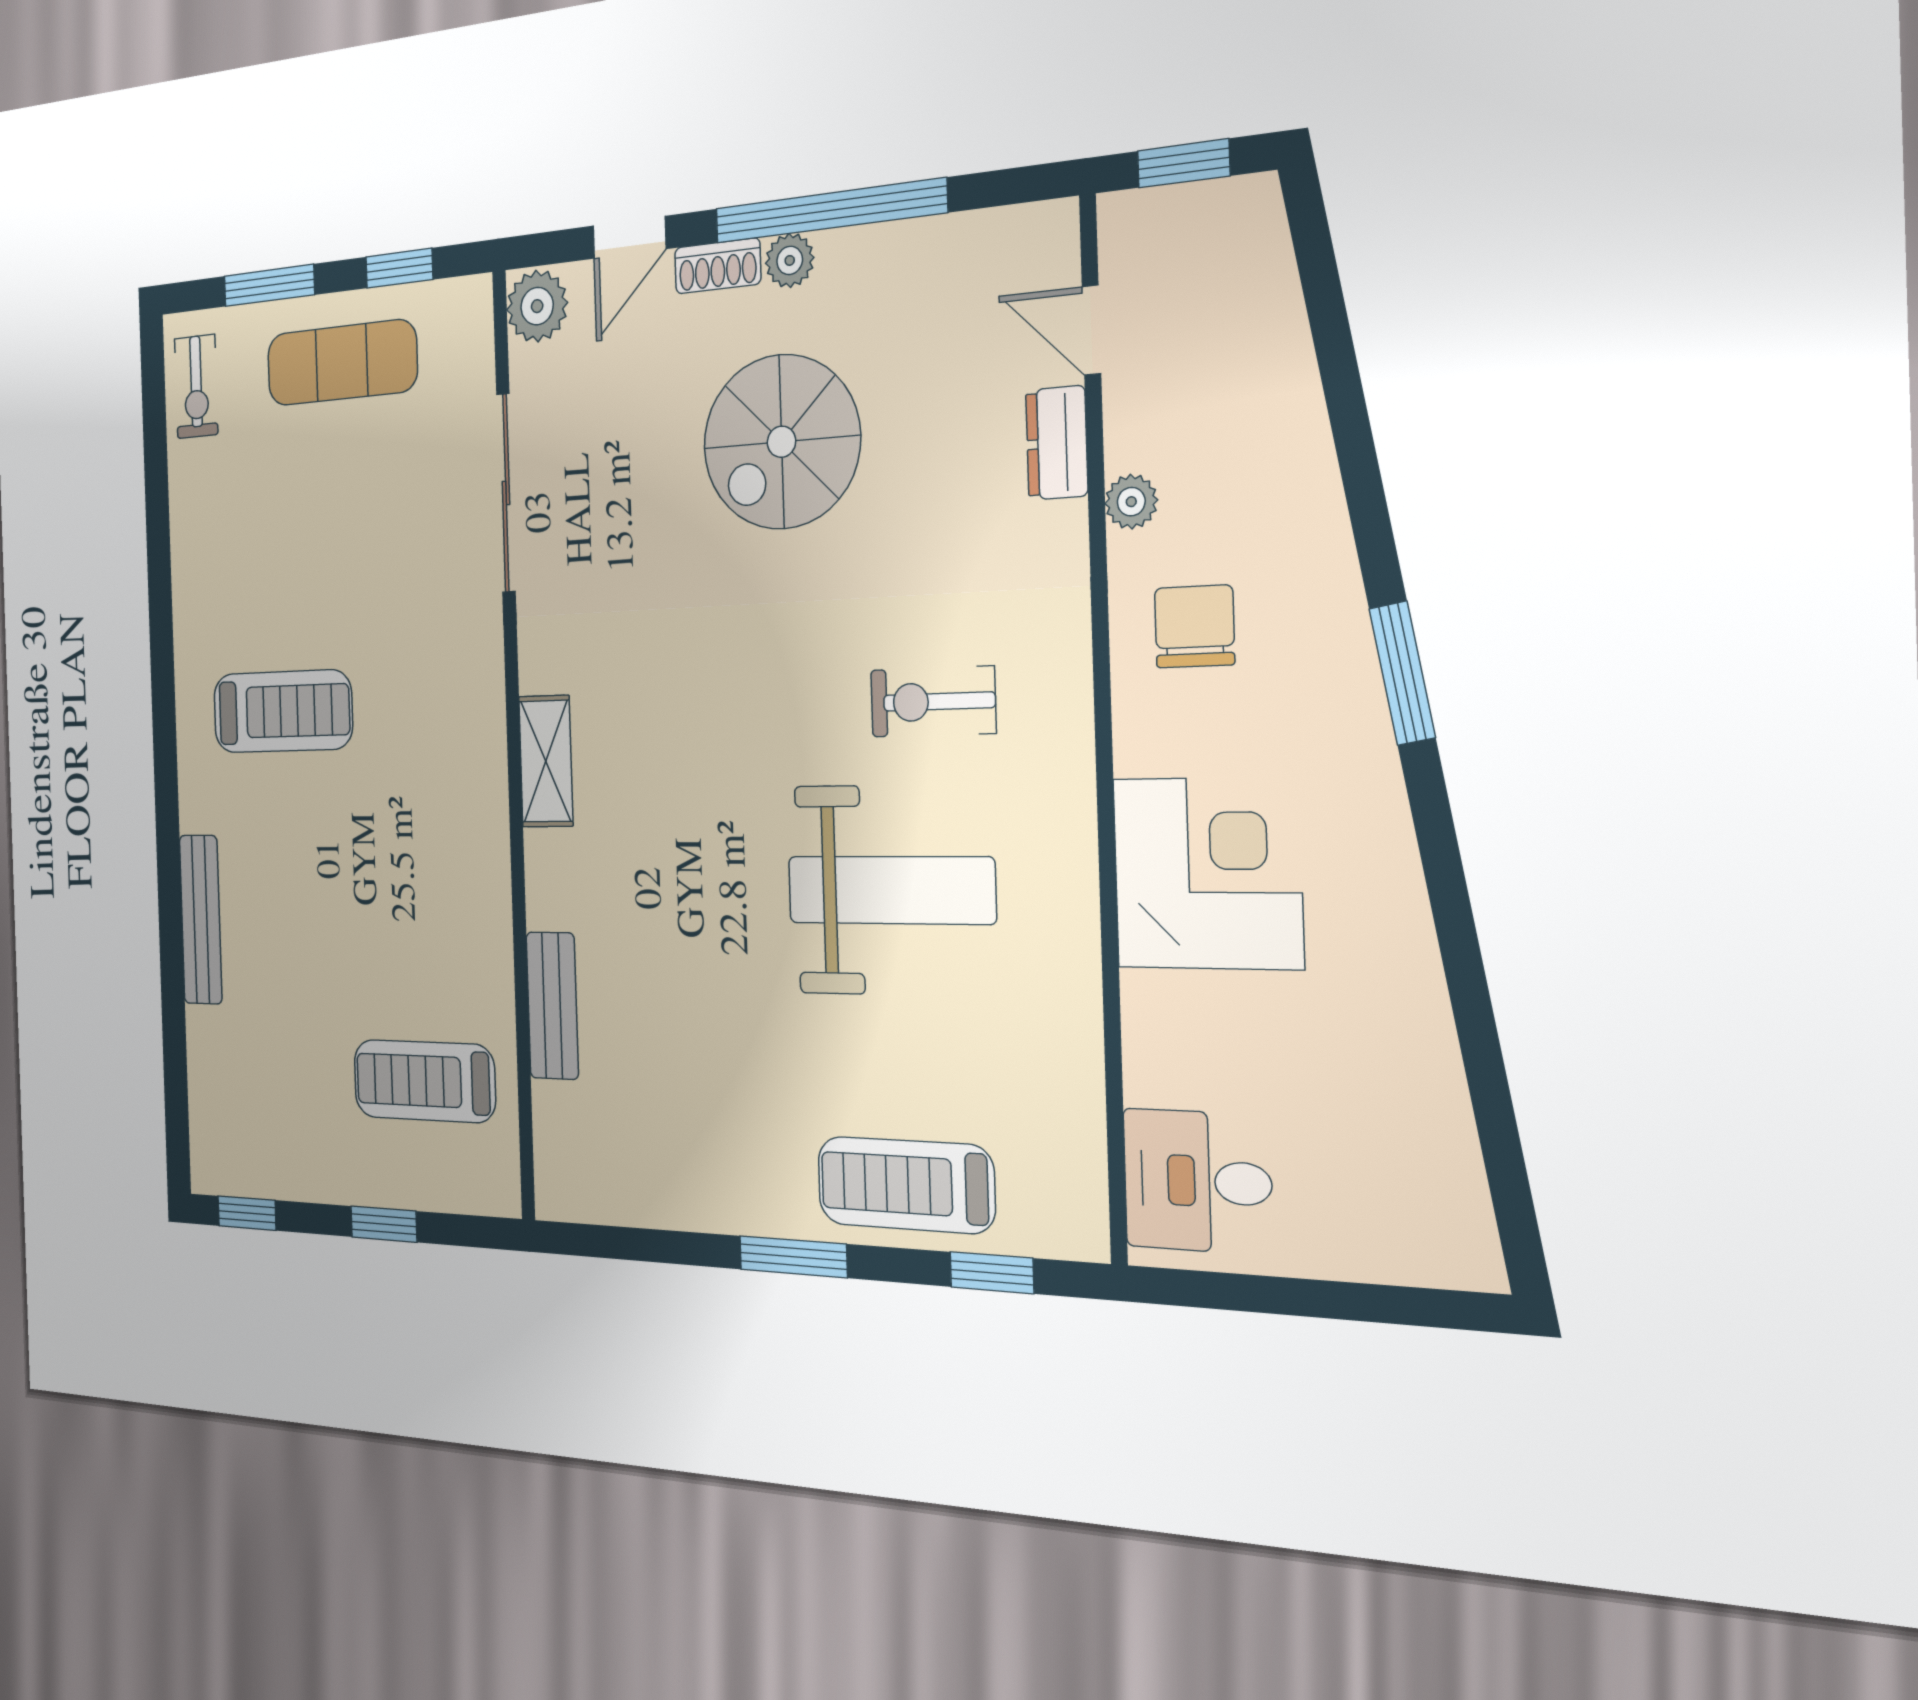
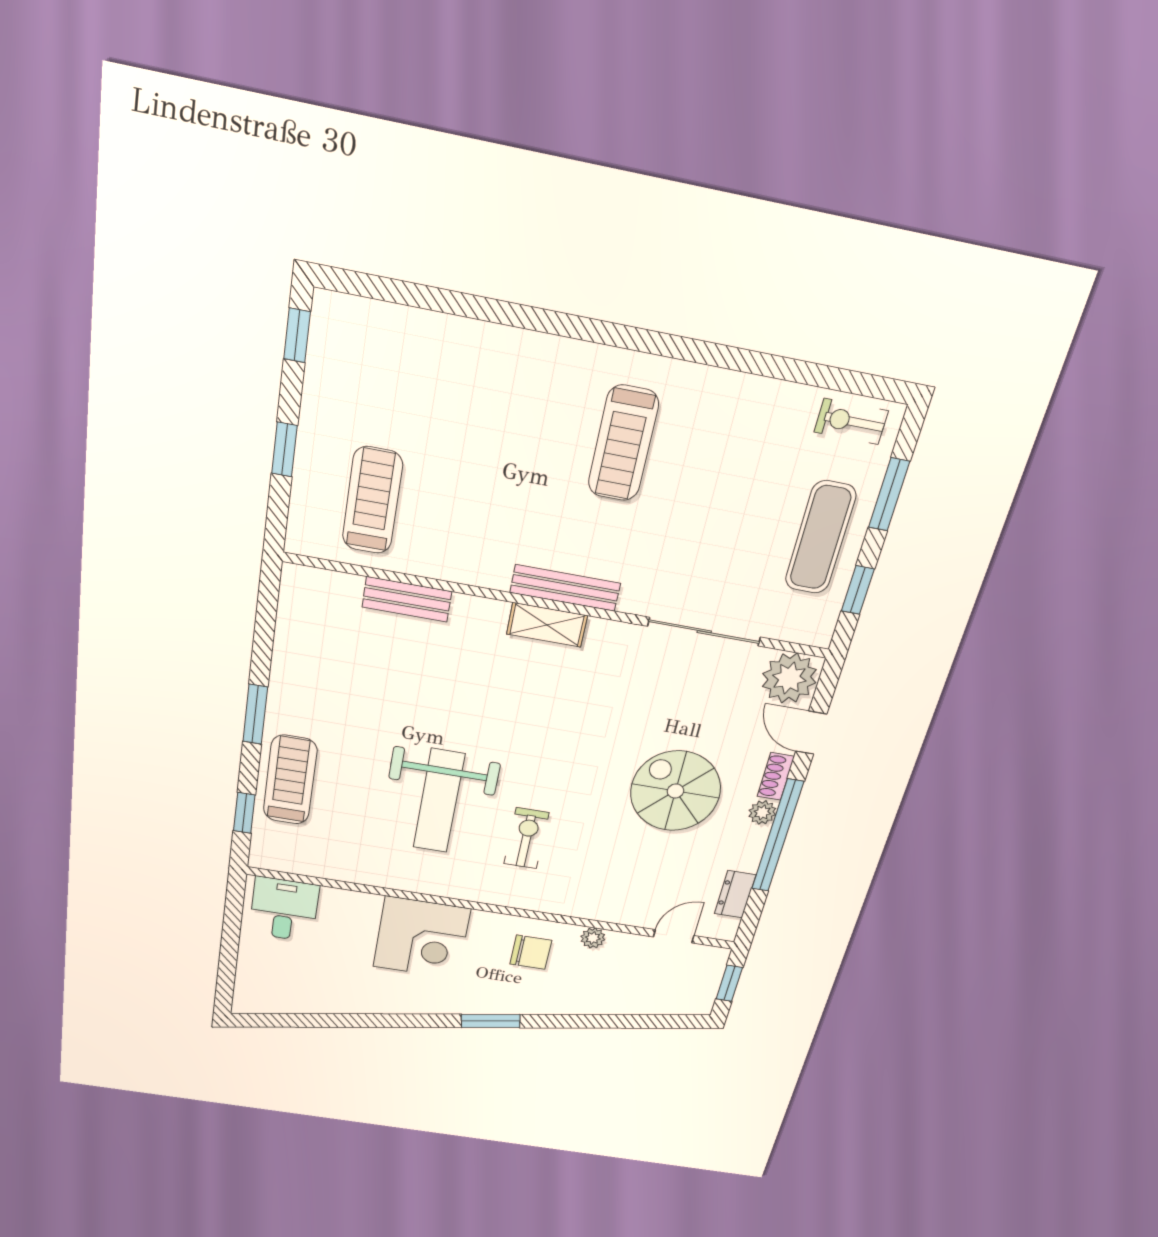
plant: (537, 306) -> (789, 678), width x1.36, depth x1.36
dresser: (1057, 443) -> (735, 894), moved, turned -90
bench: (201, 919) -> (565, 588), moved

